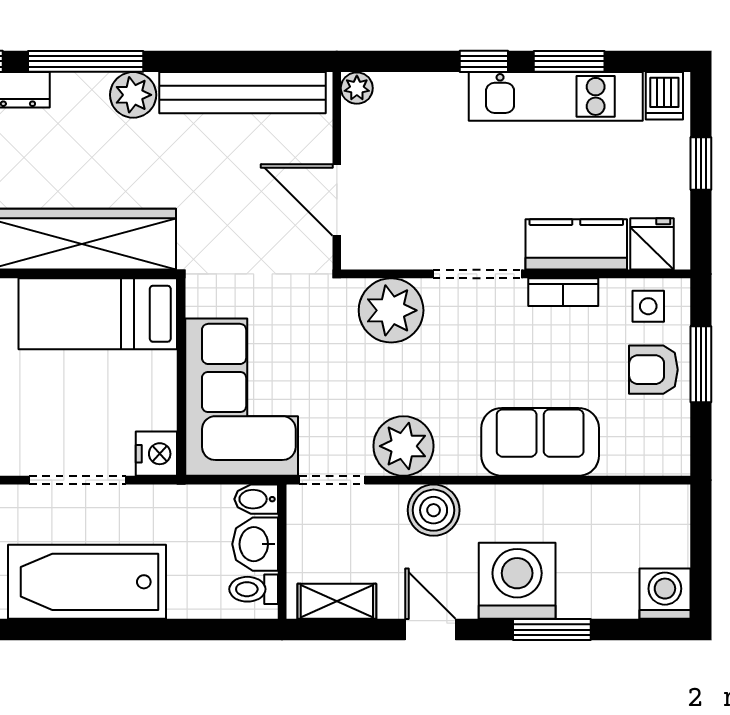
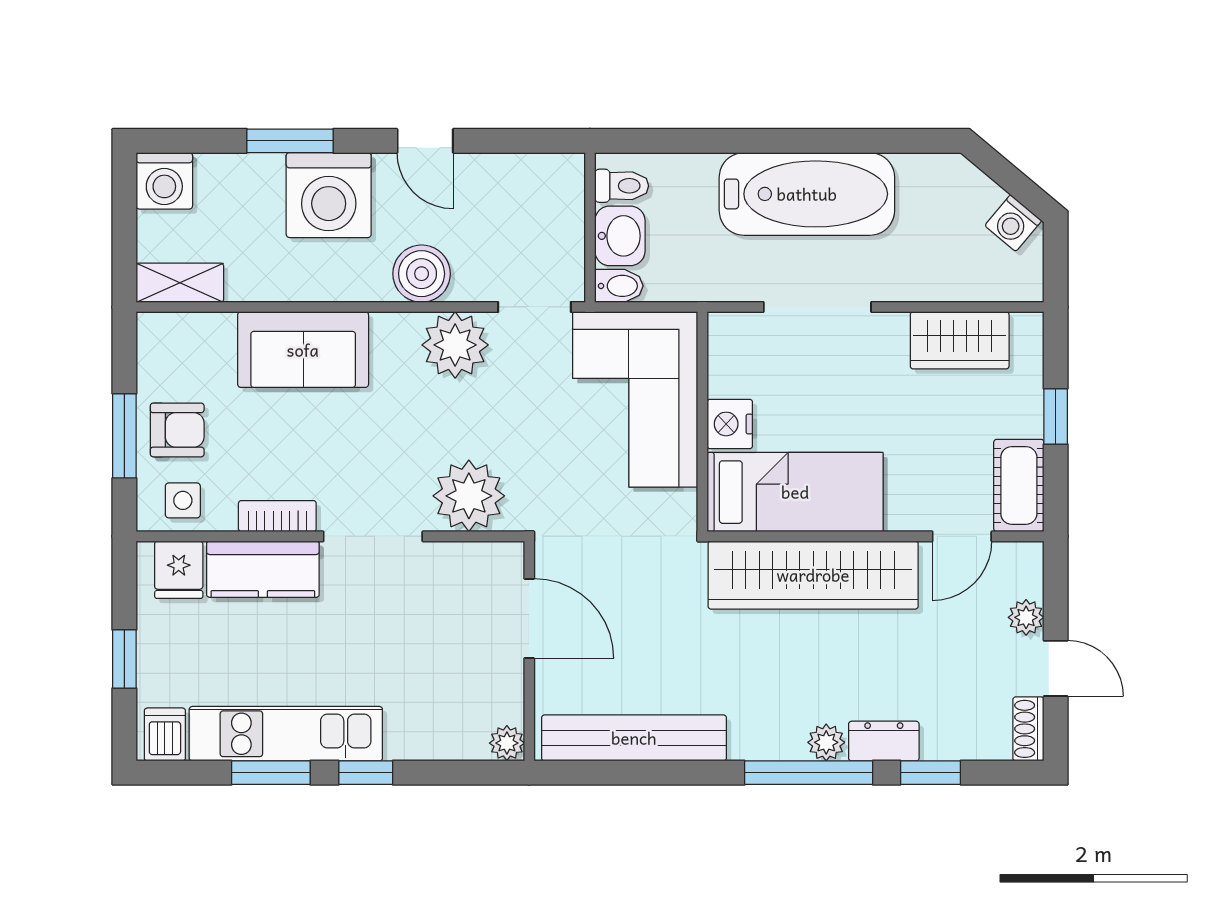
plant: (133, 95) -> (826, 742), moved, width x0.73, depth x0.73
nightstand: (156, 454) -> (730, 424), moved
shelving: (337, 601) -> (180, 283), moved

